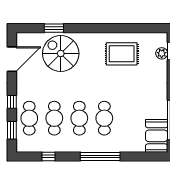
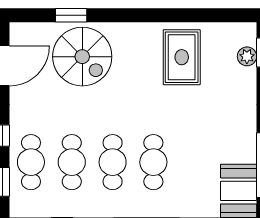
spiral stairs: (61, 54) -> (82, 57), turned 180
rug: (122, 54) -> (182, 57), turned 90

